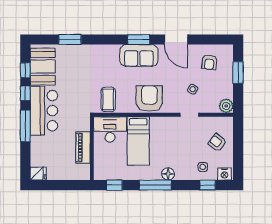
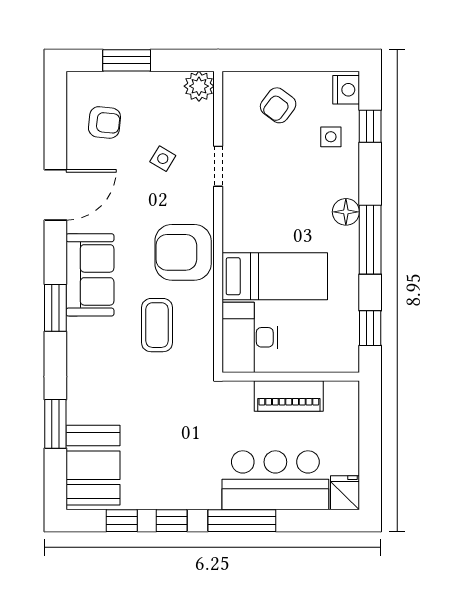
window: (139, 40) -> (55, 308), moved
booth: (43, 67) -> (93, 465), moved, turned 90
coffee table: (108, 99) -> (157, 325), moved, turned 90
bar counter: (44, 111) -> (275, 480), moved

